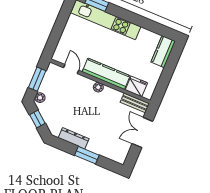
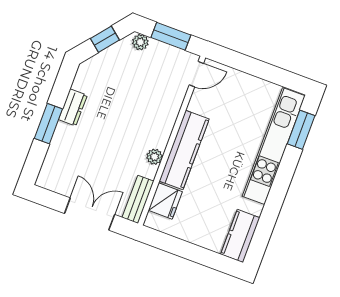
kitchen counter: (163, 52) -> (240, 236), moved, turned -90
door: (71, 69) -> (196, 74), moved
plant: (98, 87) -> (155, 157), moved
dresser: (74, 138) -> (73, 107), width x0.70

